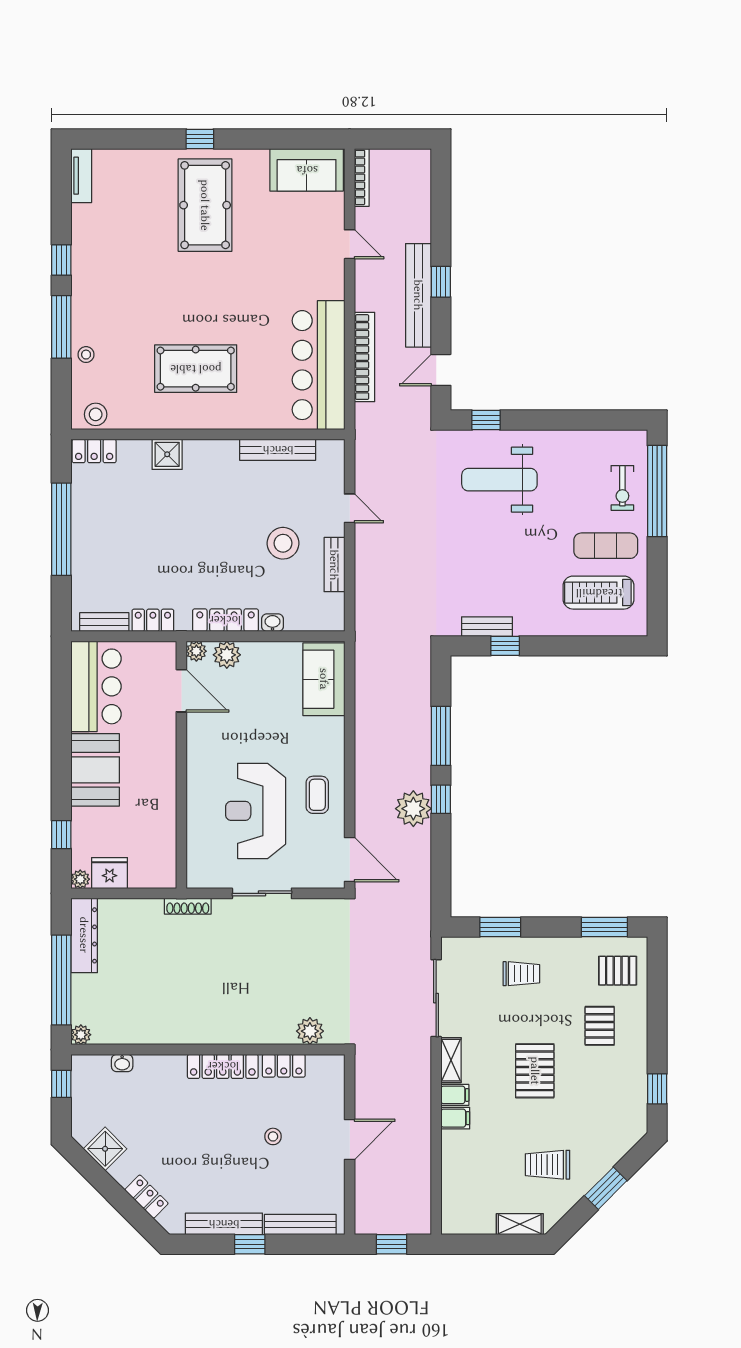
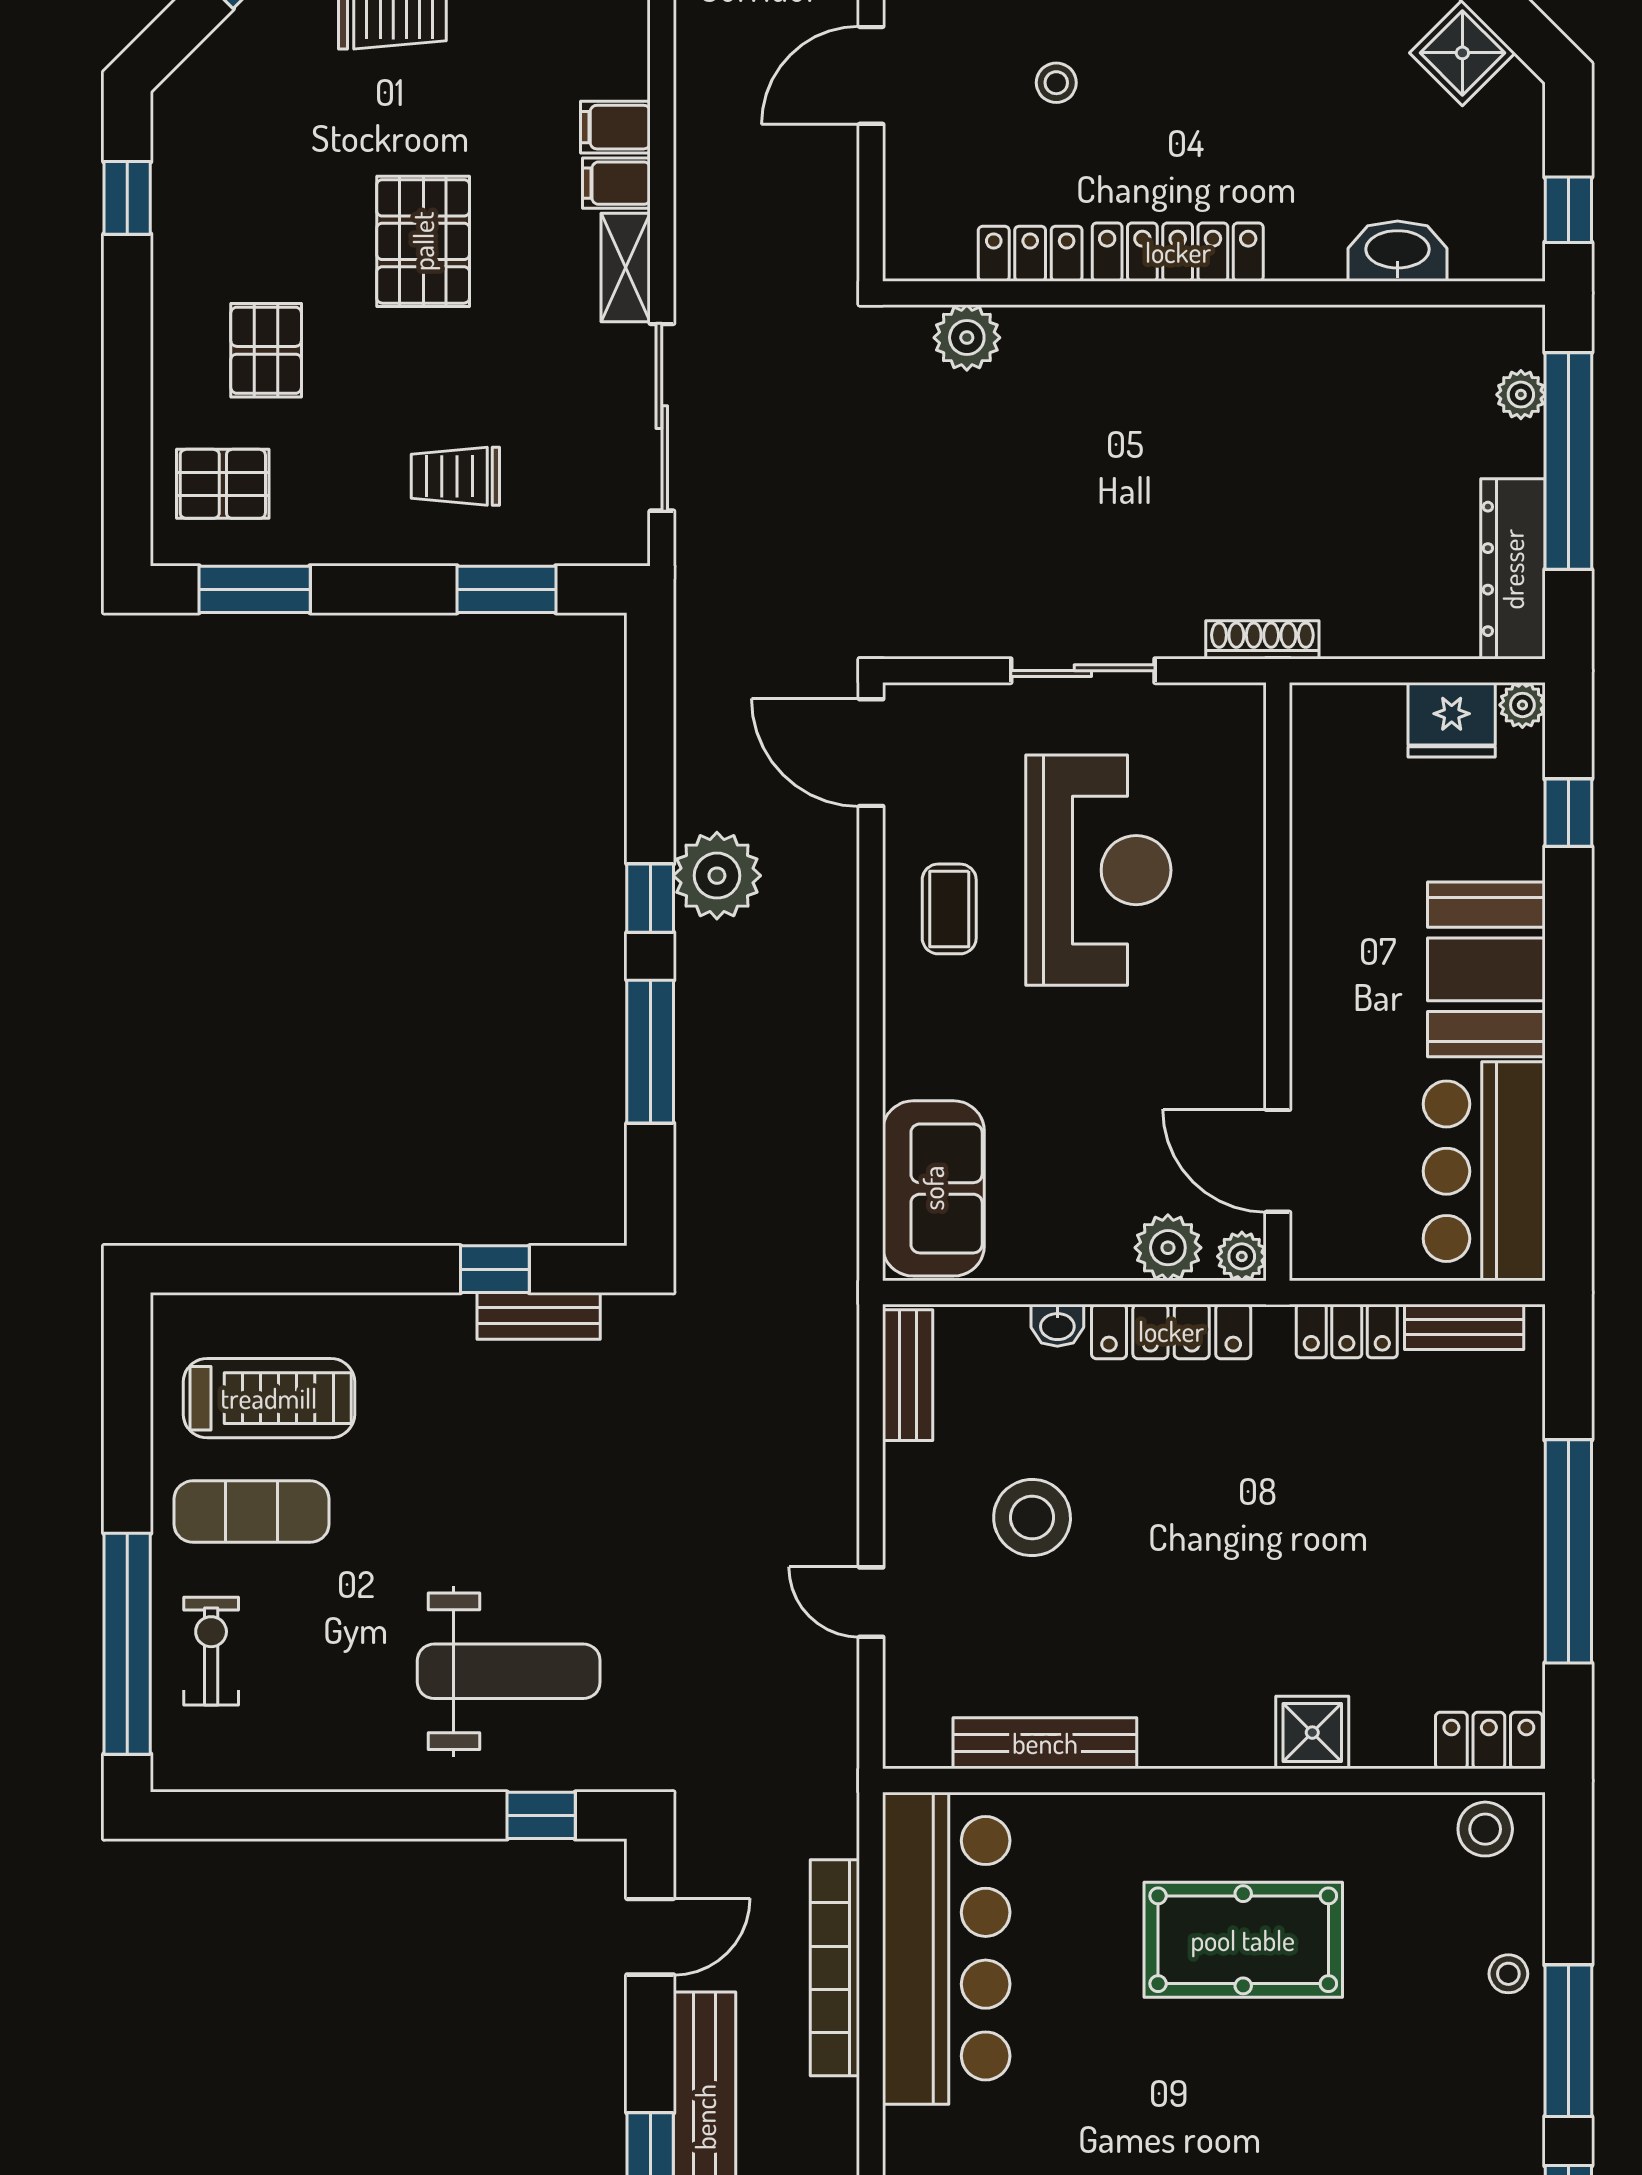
bench: (334, 565) -> (908, 1375), moved
plant: (81, 1035) -> (1521, 395), moved
washbasin: (122, 1063) -> (1398, 251), width x1.91, depth x1.45

